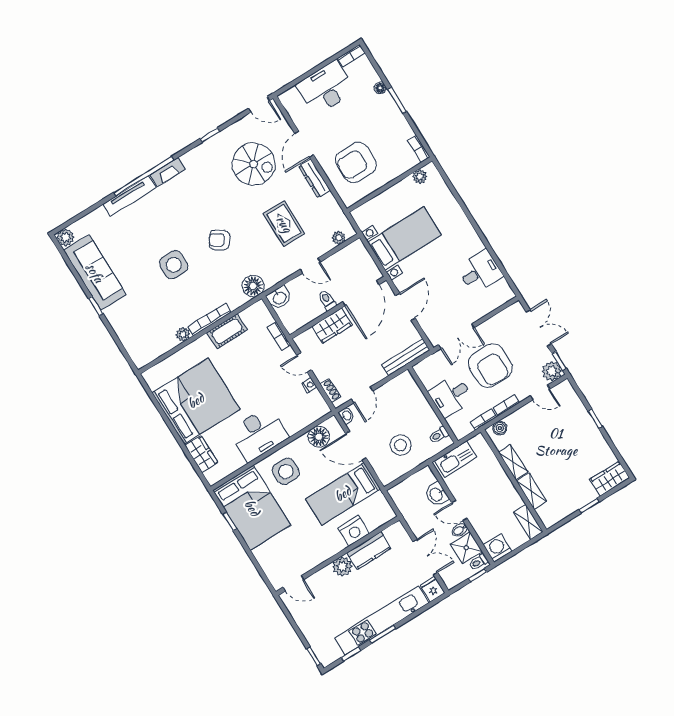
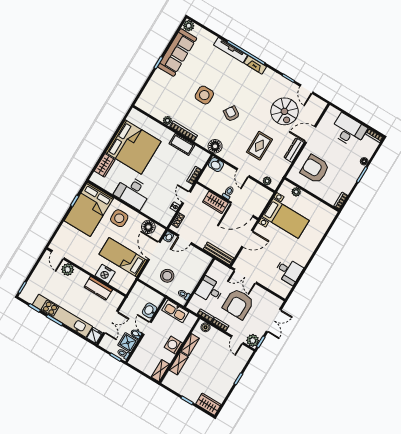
door: (259, 104) -> (306, 89), moved
plant: (420, 177) -> (296, 192), moved
washing machine: (497, 548) -> (173, 345), moved, turned -90
plant: (342, 567) -> (68, 269), moved

